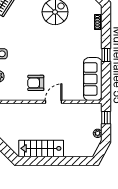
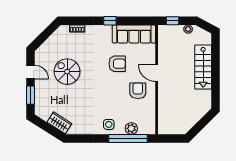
armchair: (63, 62) -> (117, 64), added
armchair: (36, 83) -> (138, 91), turned 180
stairs: (41, 148) -> (203, 67), moved

